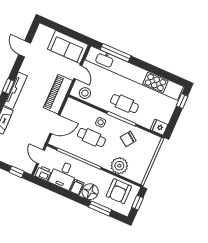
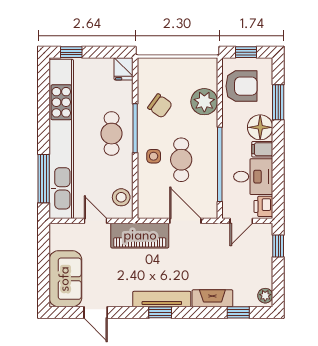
sofa: (68, 47) -> (65, 279), moved
door: (25, 49) -> (96, 312), hinge flipped
door: (78, 72) -> (95, 221), hinge flipped

